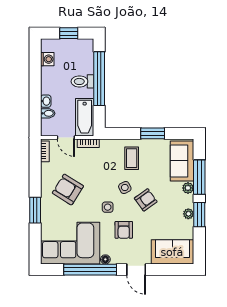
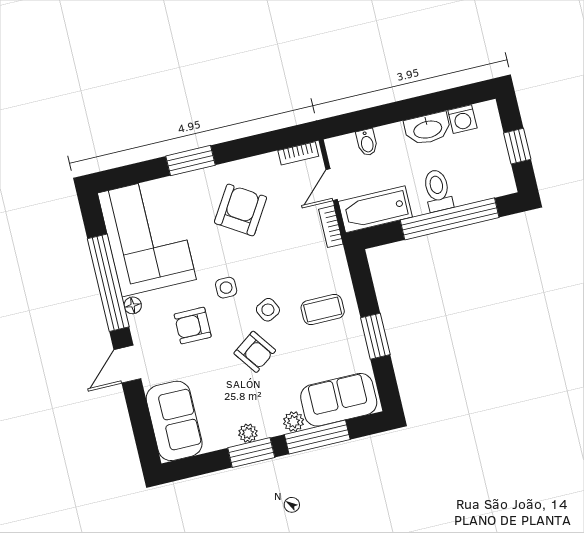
washbasin: (46, 101) -> (428, 129), moved, width x1.91, depth x1.45

